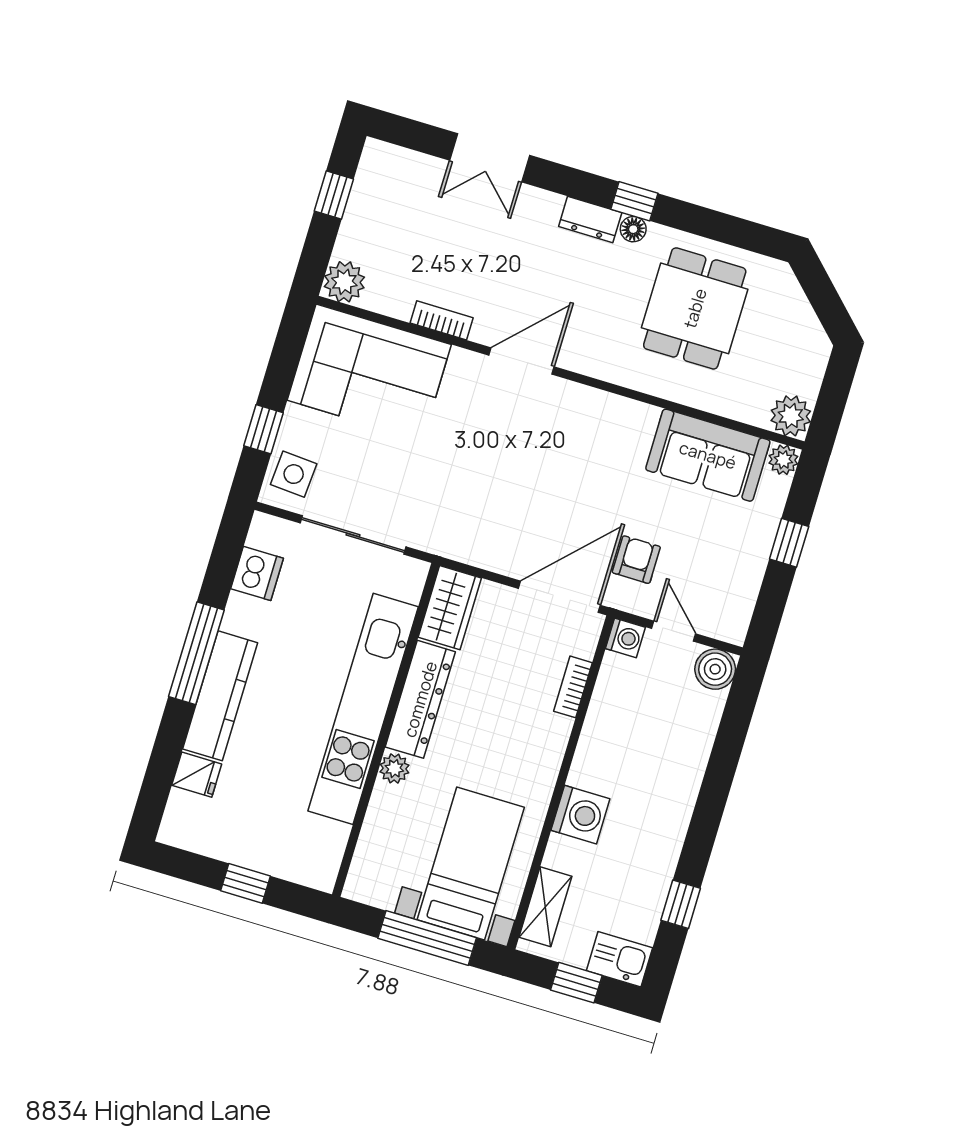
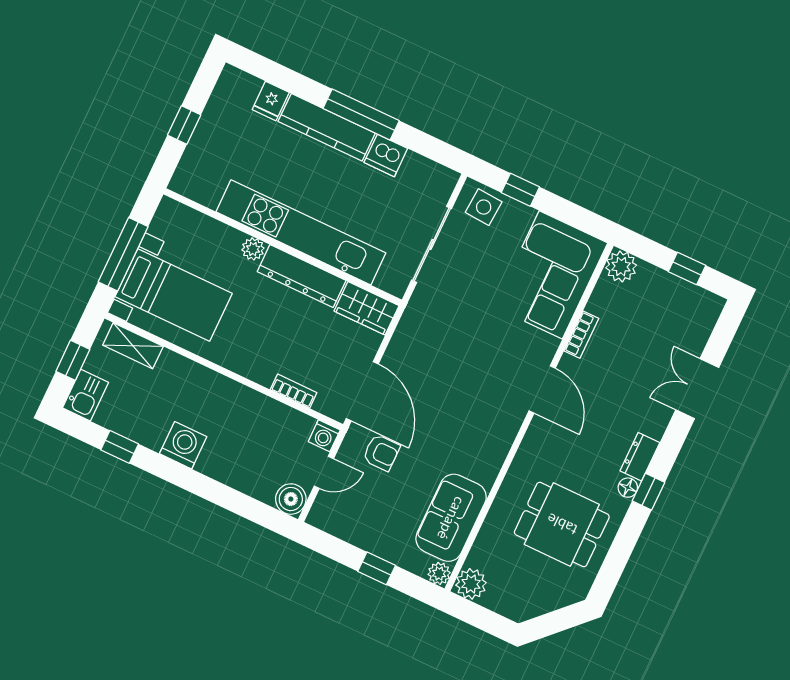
dishwasher: (257, 573) -> (386, 155), moved
washing machine: (580, 815) -> (183, 445), moved, turned 180

